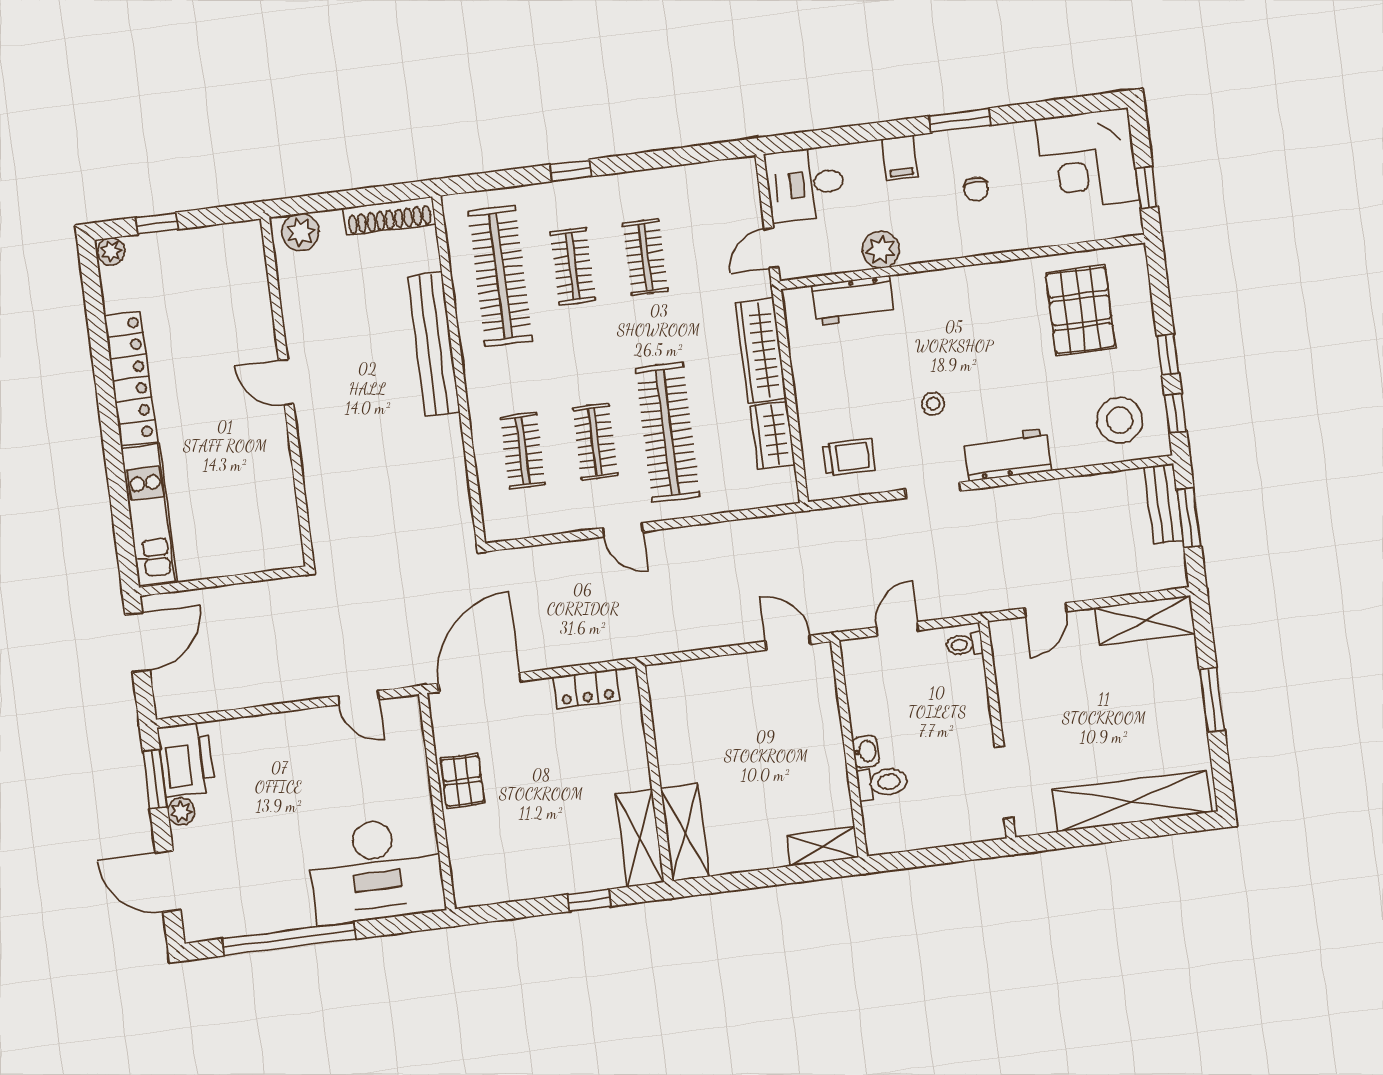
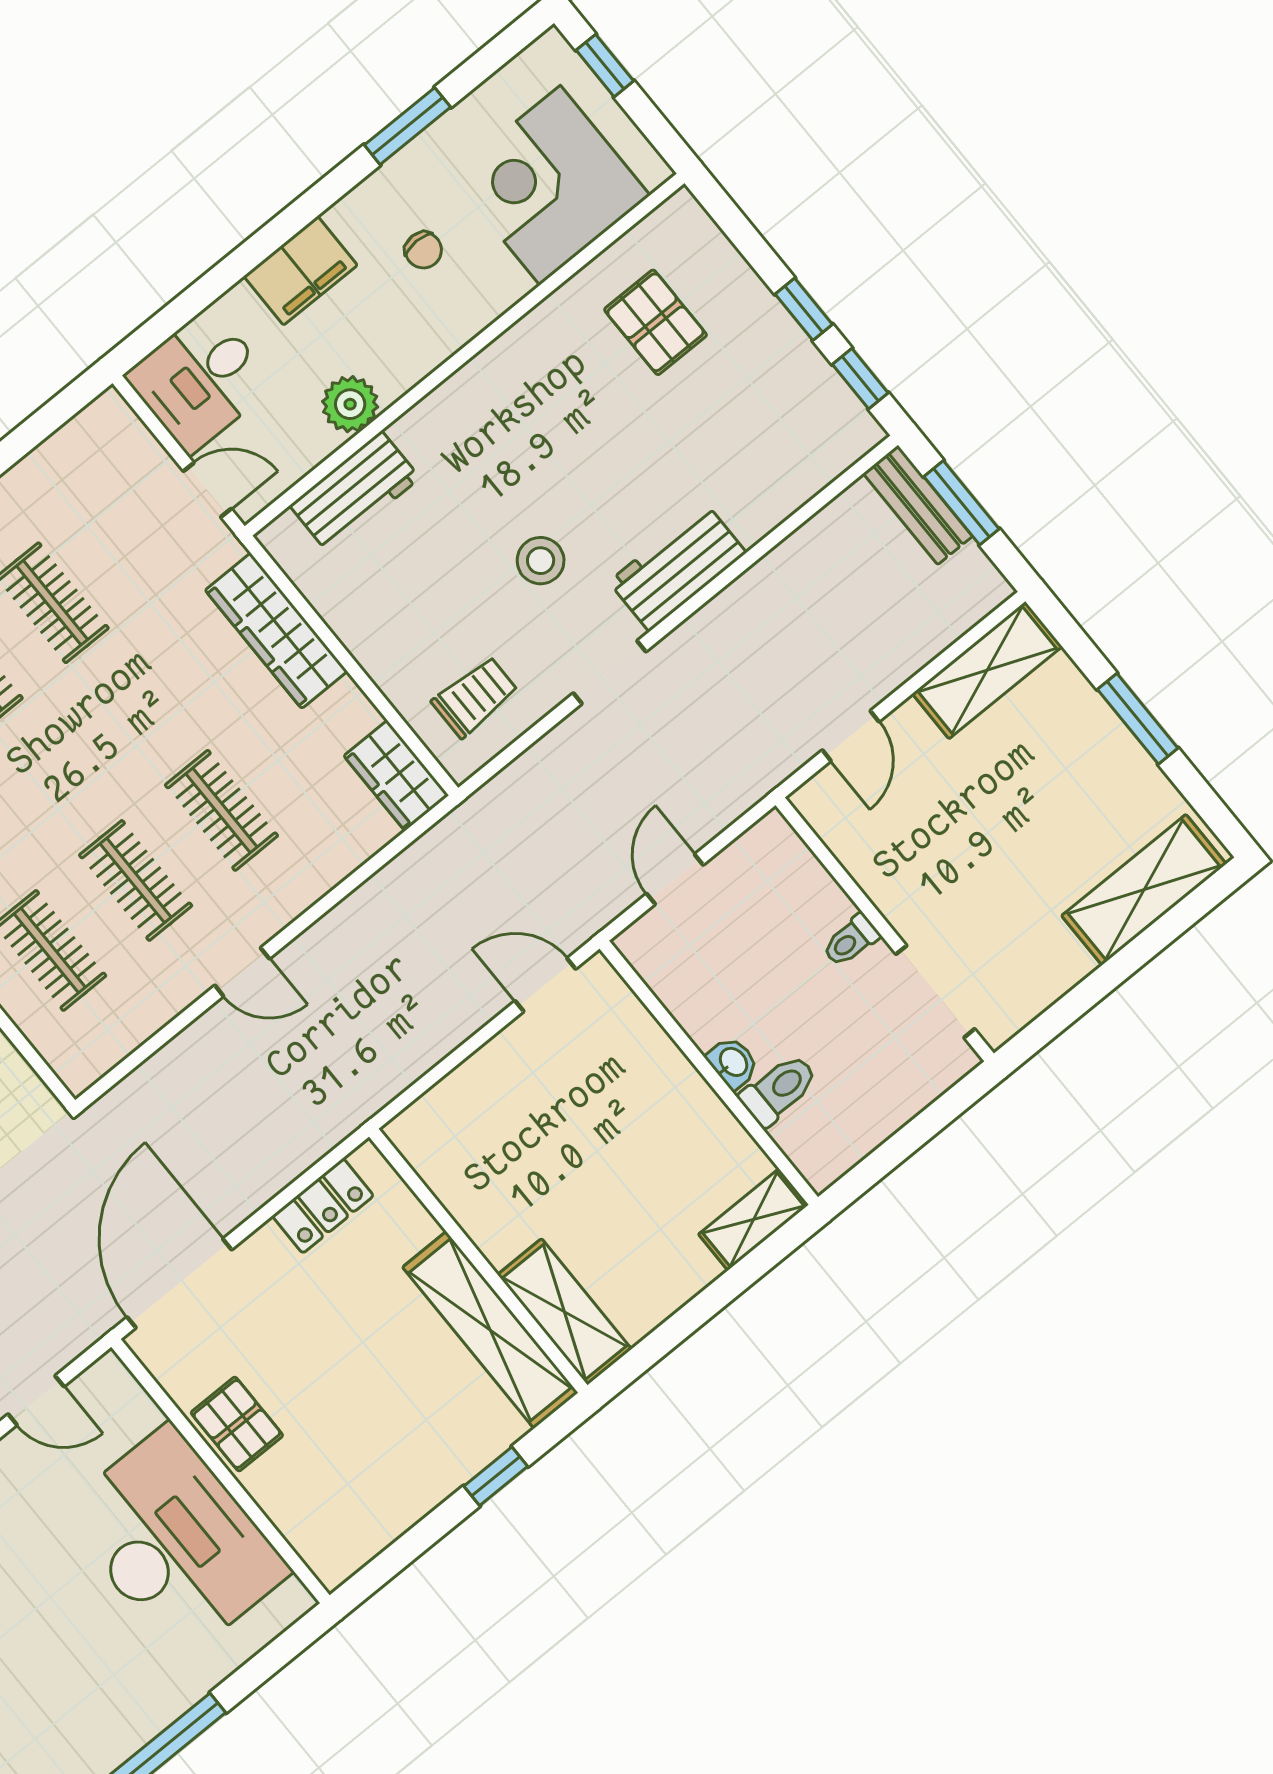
window: (960, 120) -> (407, 126), moved
filing cabinet: (900, 158) -> (300, 271), width x2.00
corner desk: (1087, 160) -> (550, 185), moved, turned 90
window: (1147, 188) -> (605, 66), moved
door: (771, 248) -> (207, 490), swing flipped
pallet: (1080, 310) -> (656, 322), width x0.67, depth x0.71
stool: (933, 404) -> (541, 561), width x1.37, depth x1.37
stool: (1120, 420) -> (794, 432), removed
clothes rail: (668, 432) -> (221, 810), width x0.54, depth x0.76
wardrobe: (773, 435) -> (396, 776), moved
toilet: (964, 644) -> (851, 940), moved
shelving: (1132, 801) -> (1144, 890), width x0.68
shelving: (640, 838) -> (490, 1330), width x1.47
desk: (376, 870) -> (175, 1542), moved, turned -90

